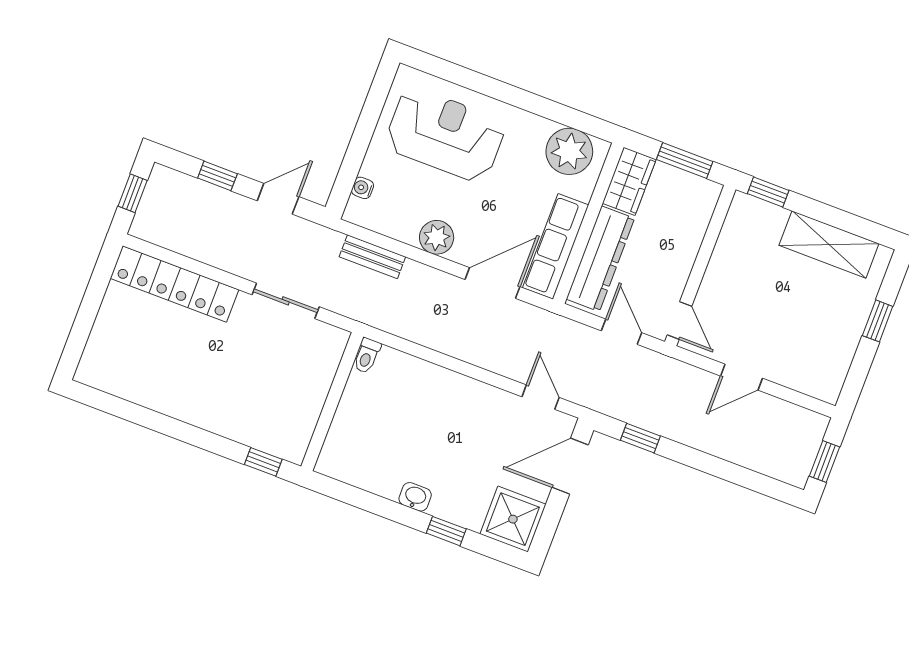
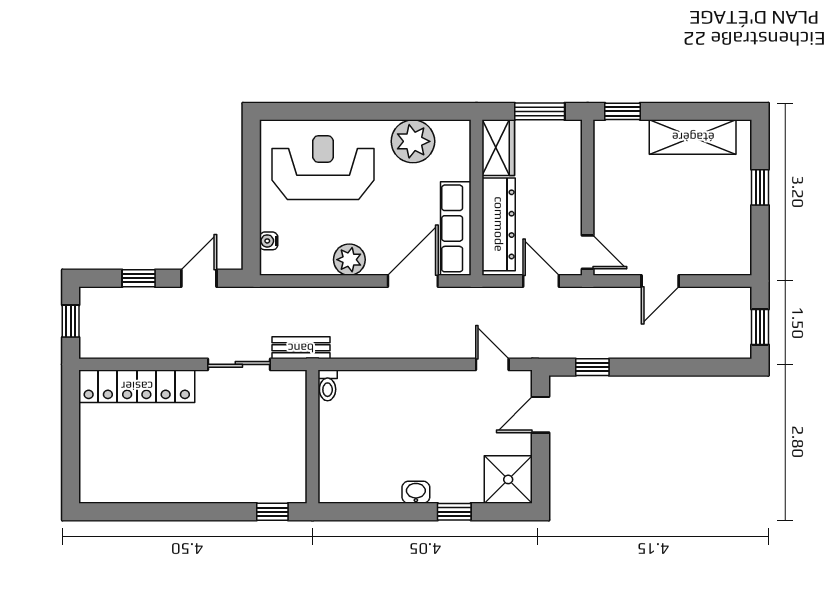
plant: (569, 151) -> (413, 141), moved
bench: (372, 257) -> (301, 348), moved
door: (570, 466) -> (540, 415), width x0.73

